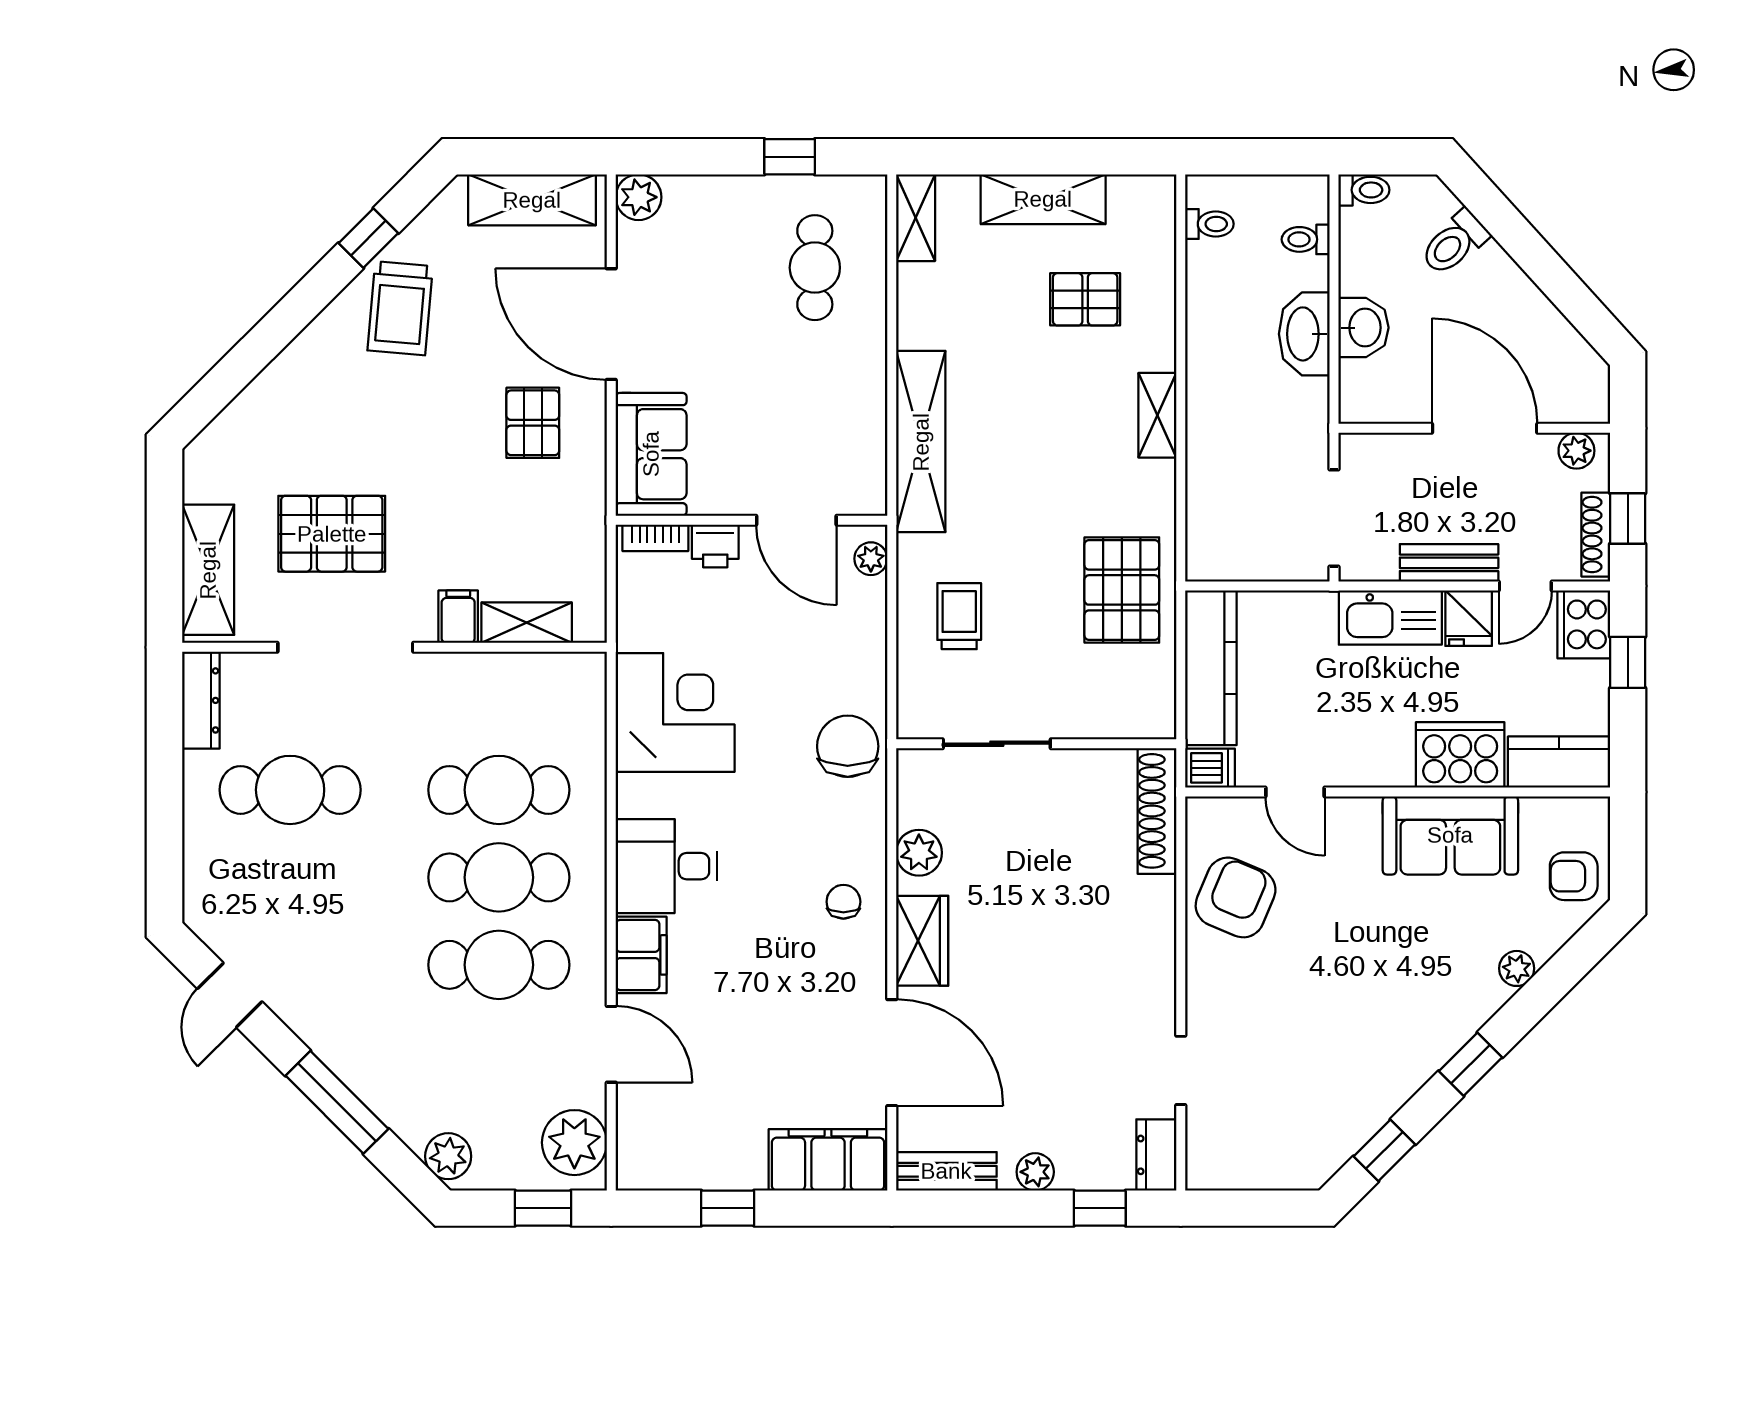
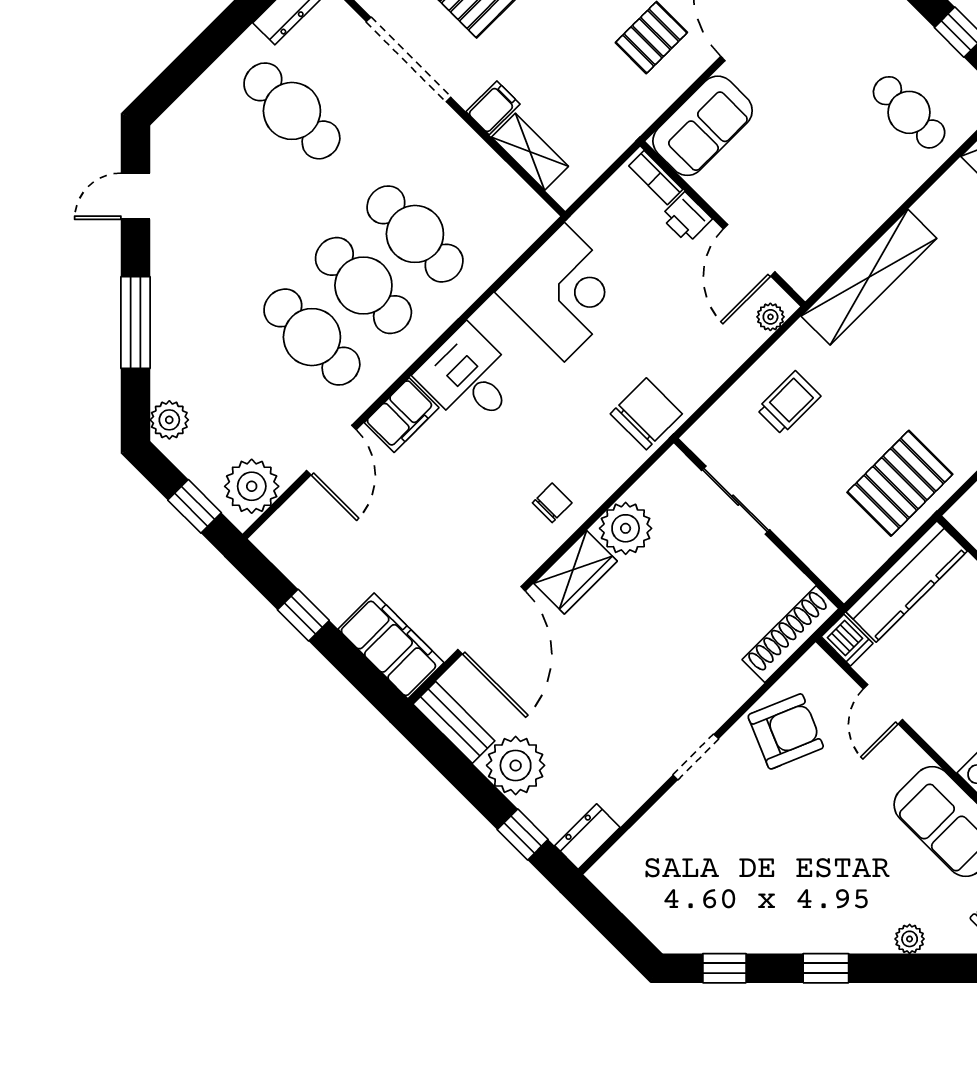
cafe table: (815, 268) -> (909, 112), turned 90
plant: (919, 853) -> (626, 528), width x1.36, depth x1.36
doorway: (1181, 1070) -> (696, 757), moved
plant: (1035, 1172) -> (516, 765), width x1.88, depth x1.88

